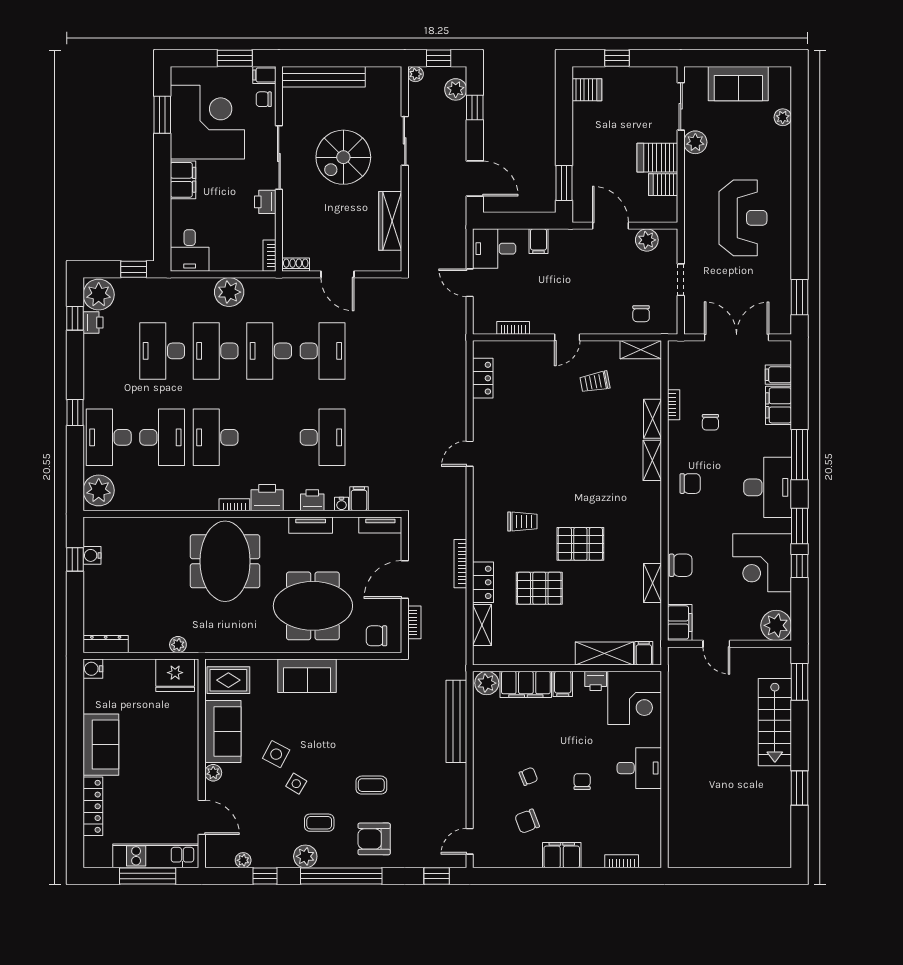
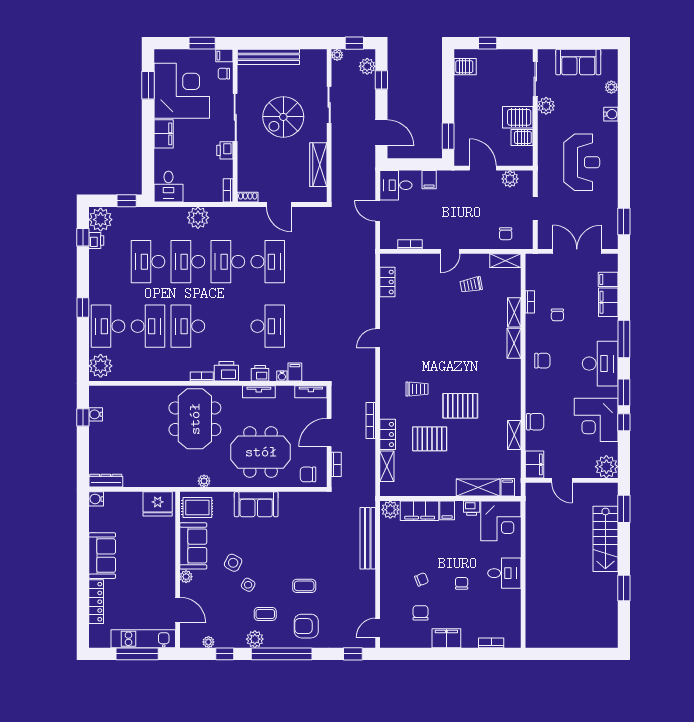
water cooler: (782, 153) -> (611, 114), added
plant: (178, 645) -> (204, 481), moved
chair: (527, 821) -> (421, 613), turned 111

